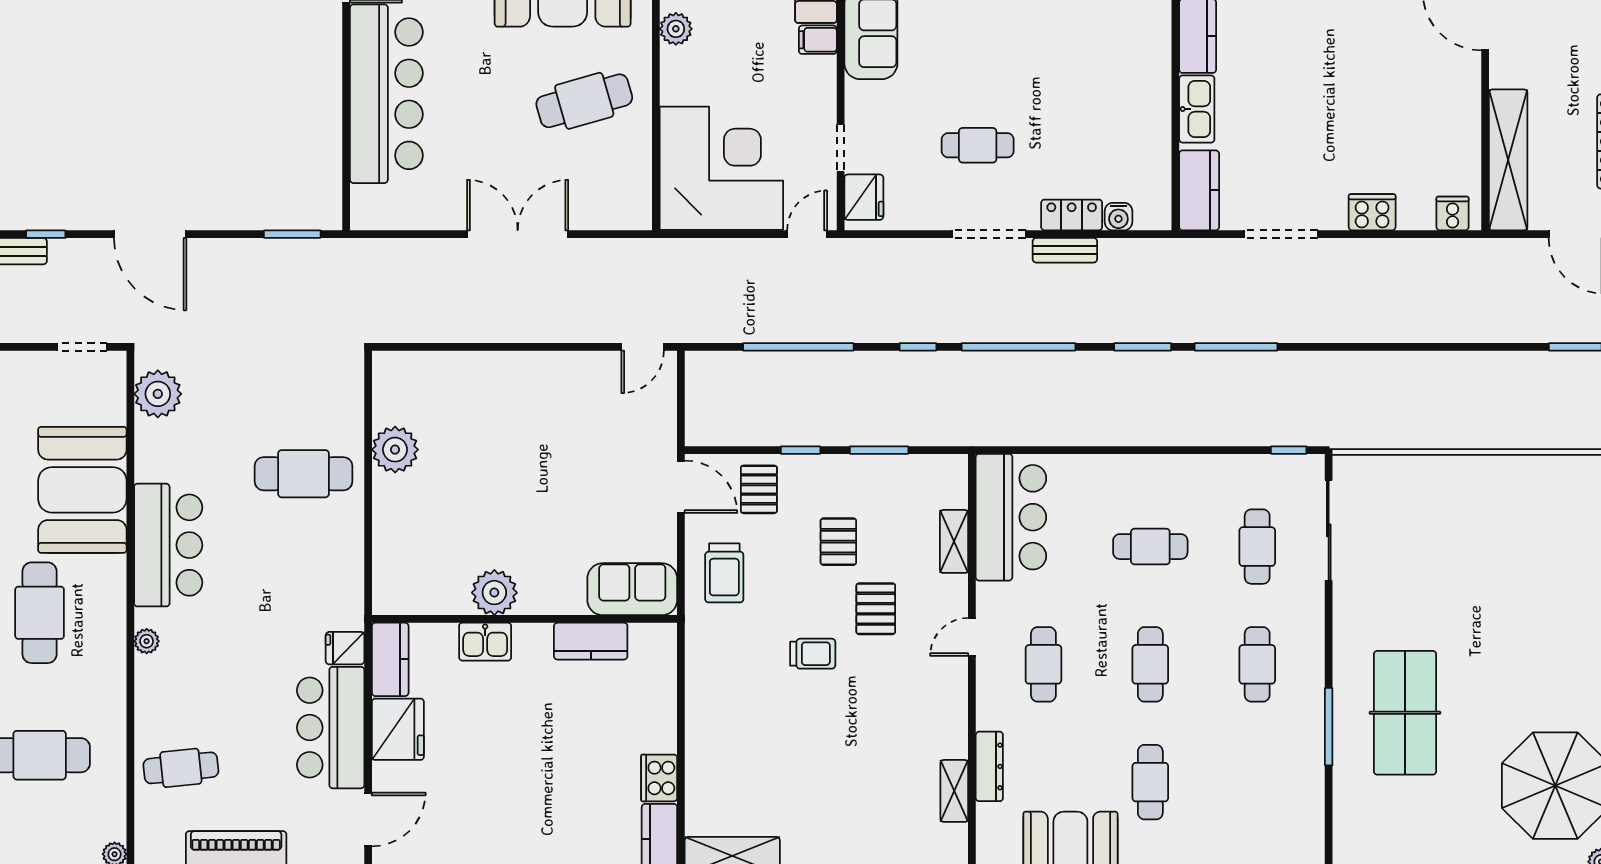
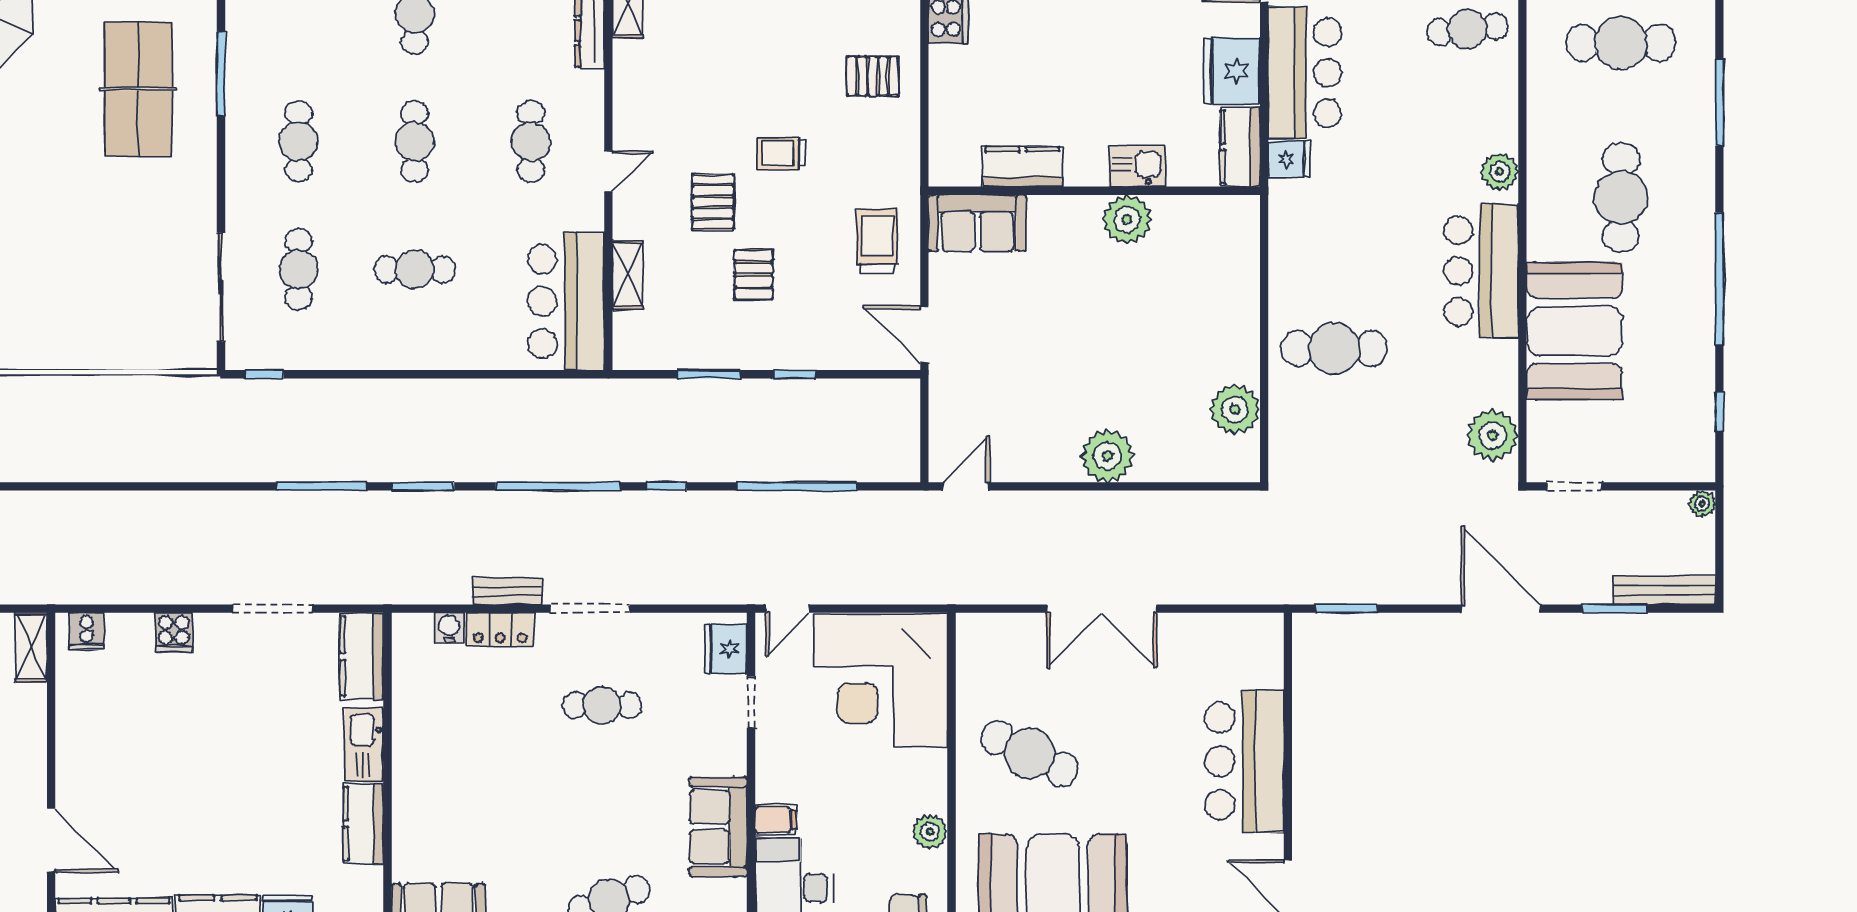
bar counter: (386, 94) -> (1244, 761), width x0.73
cafe table: (584, 101) -> (1029, 753), turned 42
shelving: (1508, 160) -> (31, 648), width x0.45, depth x0.75
cooker: (1372, 212) -> (174, 632), width x0.73
window: (46, 234) -> (1614, 609), width x1.50
plant: (512, 375) -> (1107, 456), added
plant: (395, 450) -> (1235, 410), moved
pallet: (759, 489) -> (873, 76), moved, turned 90
plant: (147, 641) -> (1500, 172), width x1.38, depth x1.38

